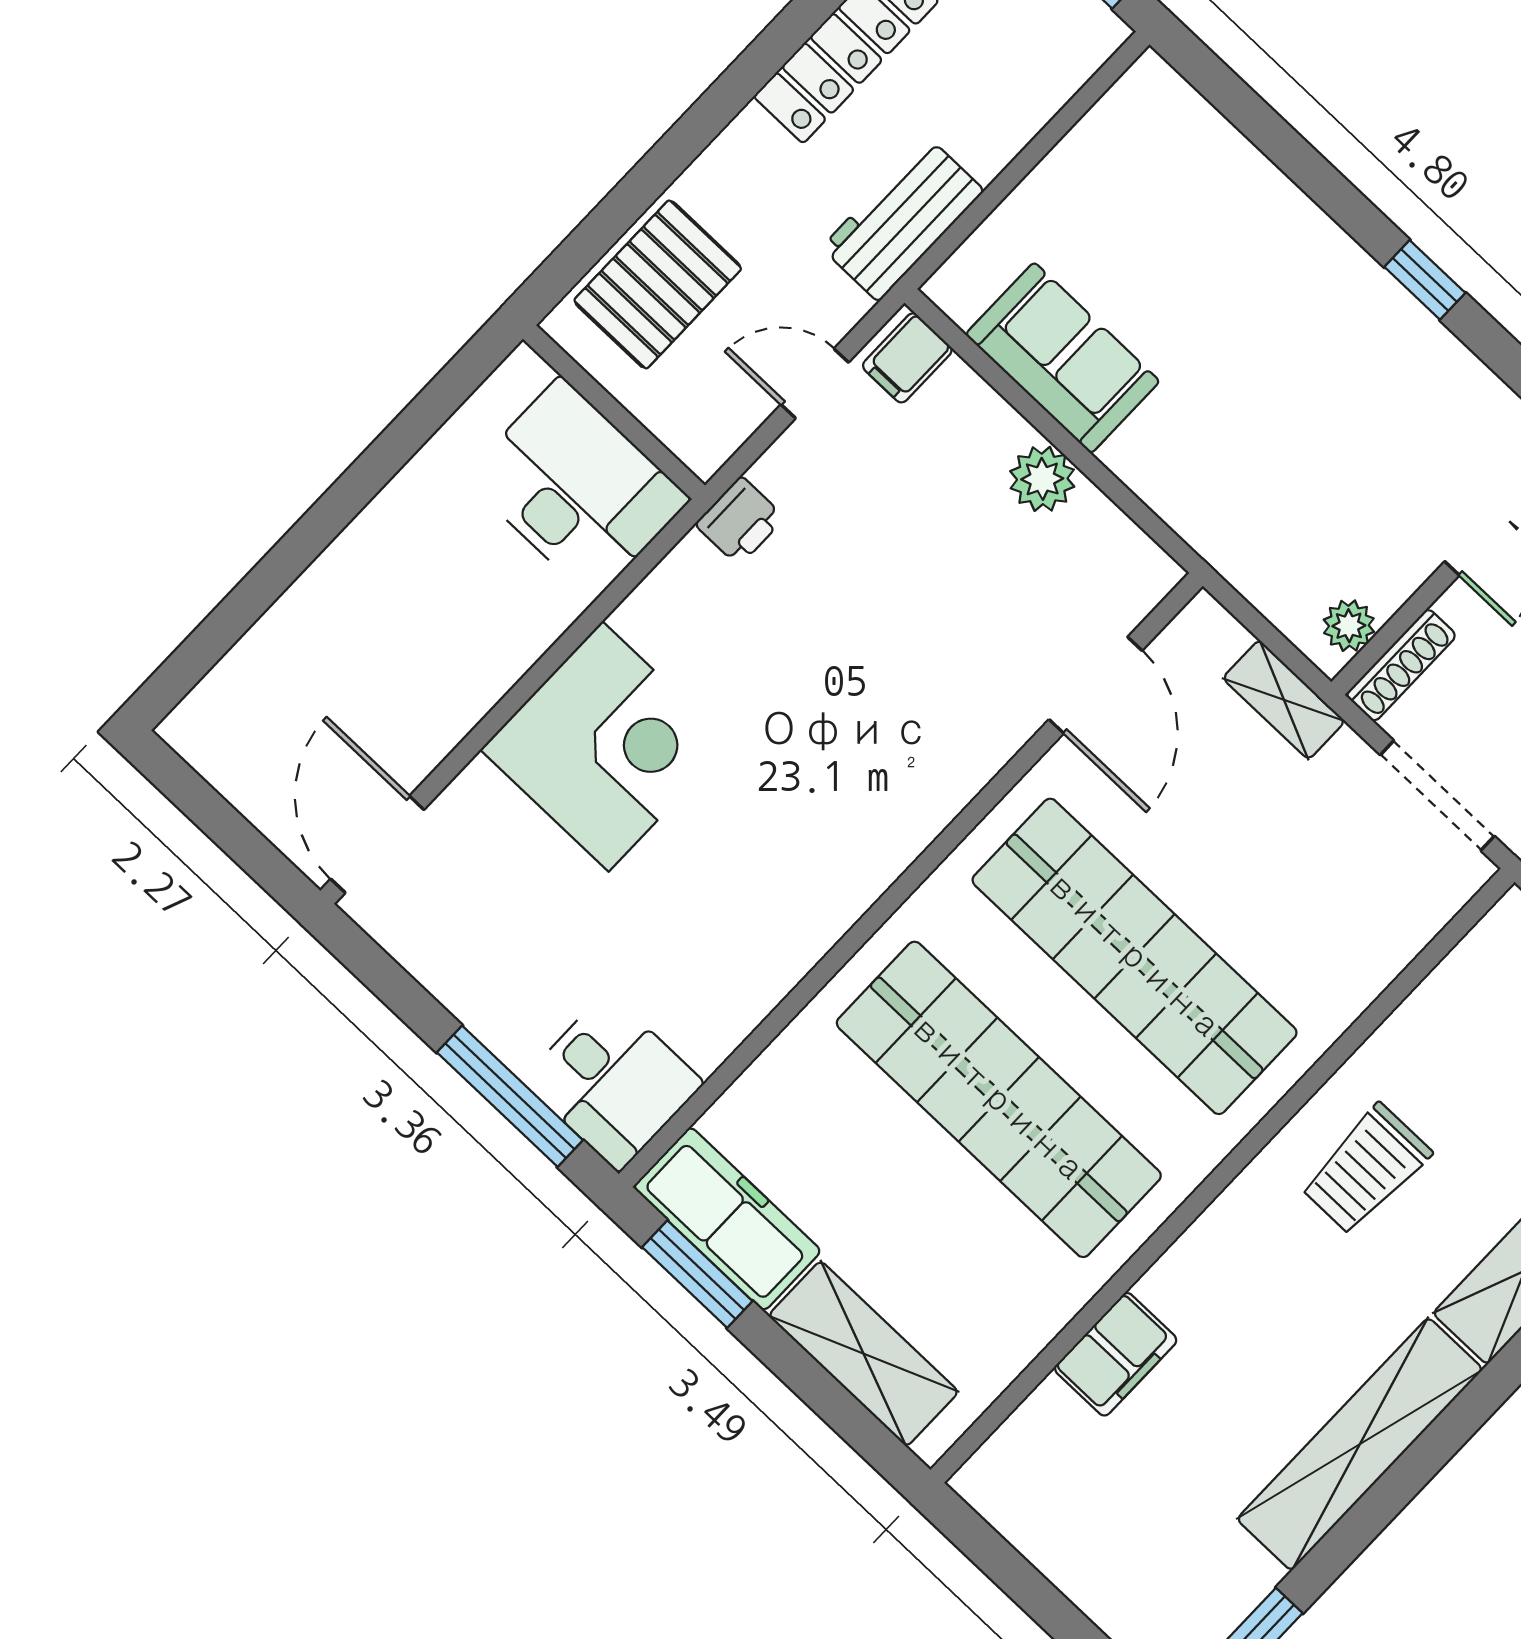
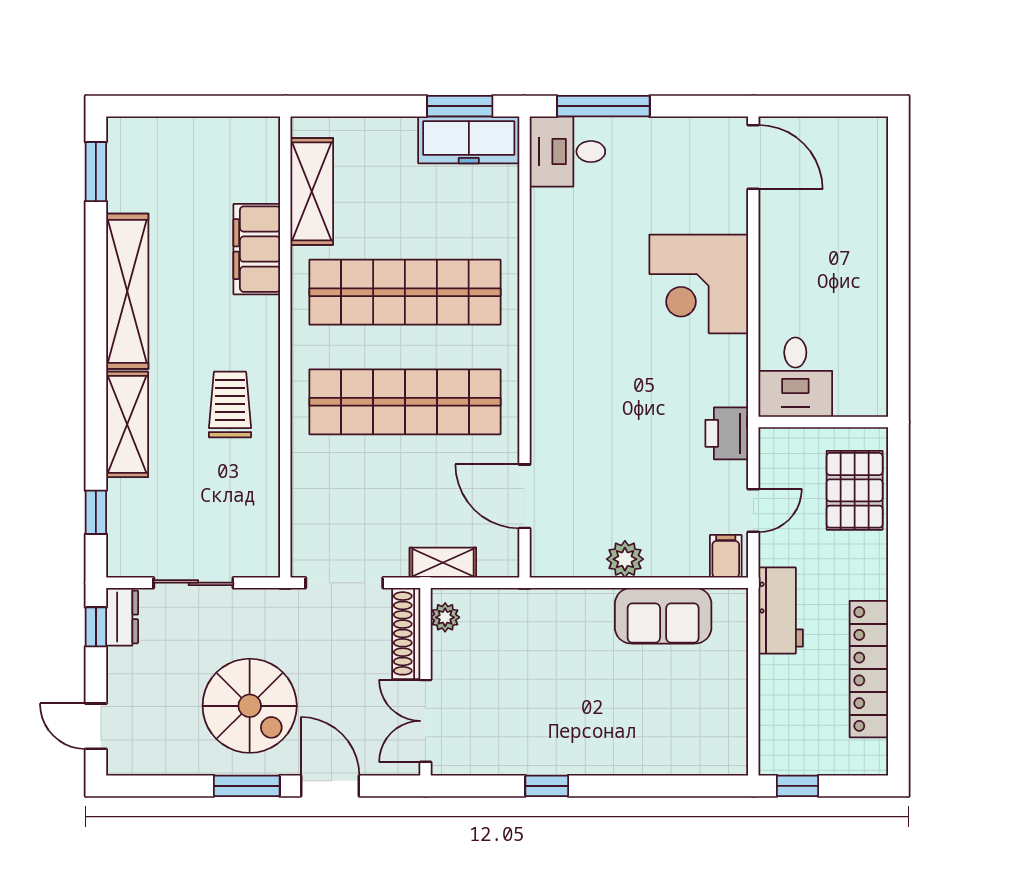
desk: (577, 488) -> (795, 377), width x0.73
printer: (740, 521) -> (727, 433), width x1.36, depth x1.24
shoe rack: (1401, 665) -> (406, 633), width x1.36, depth x1.24
shelving: (864, 1354) -> (312, 191), moved, turned 90
filing cabinet: (1116, 1354) -> (257, 249), width x1.50, depth x1.17

